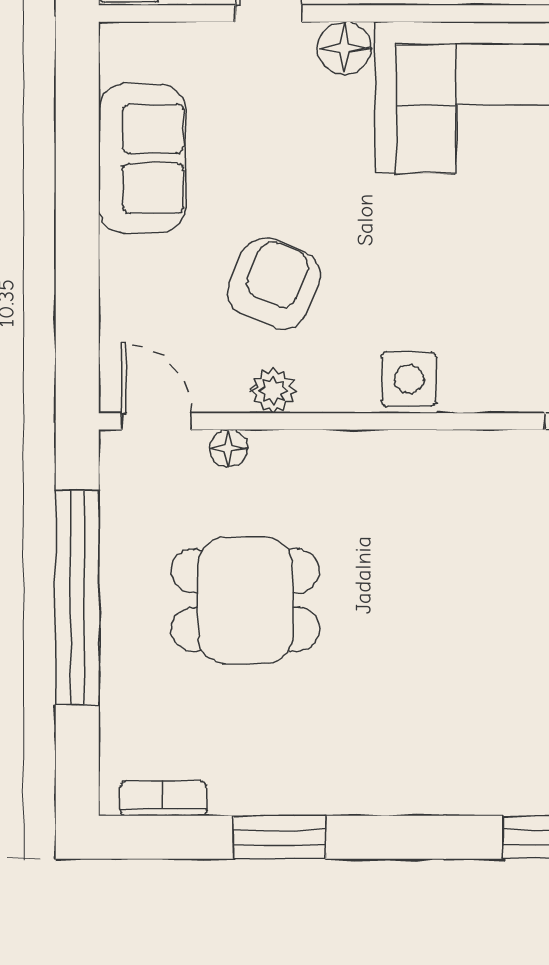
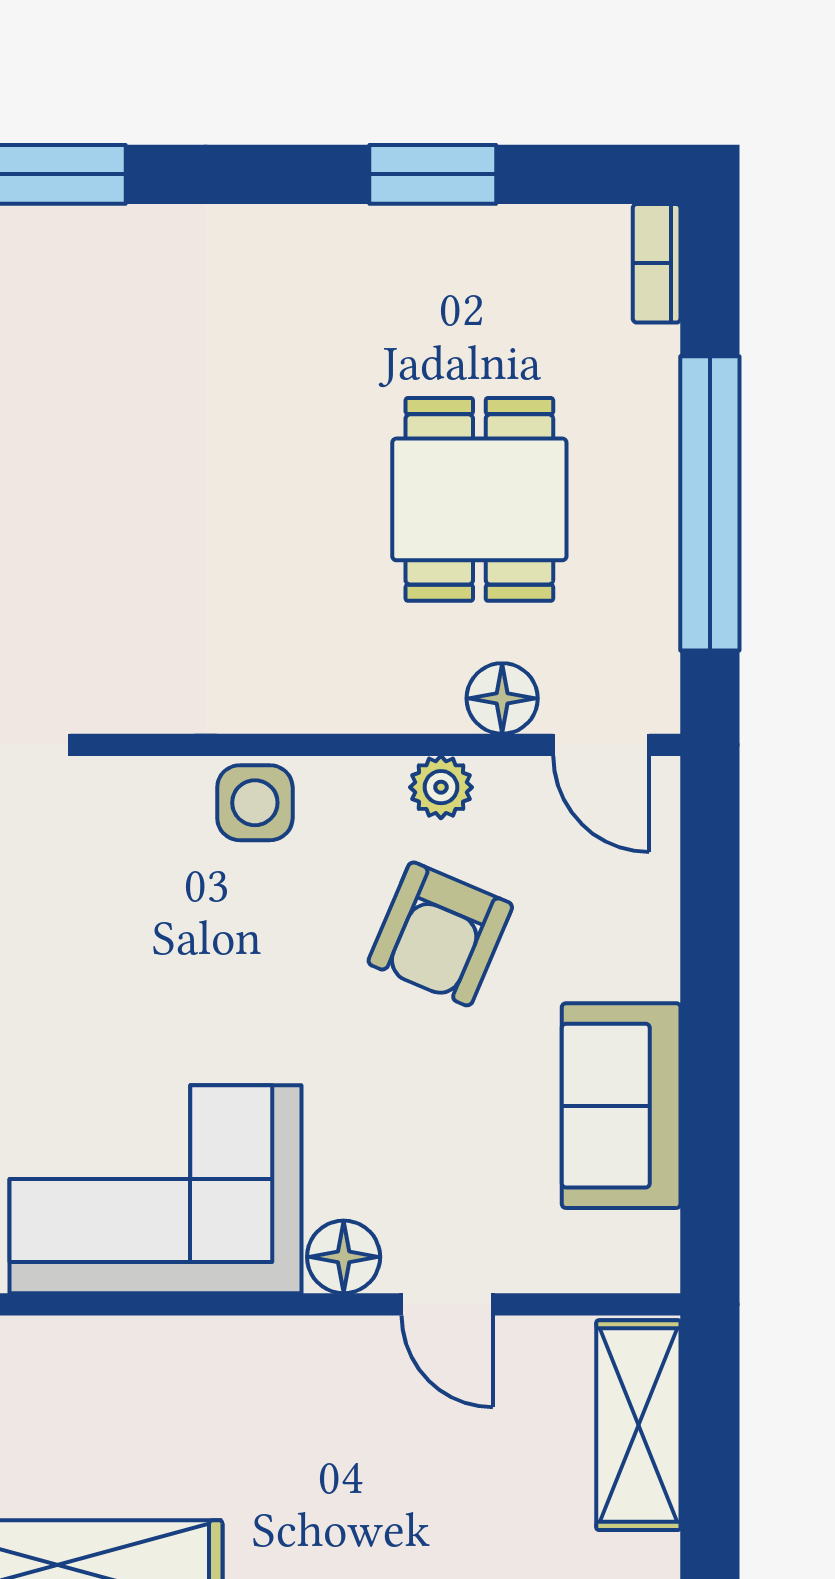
floor lamp: (229, 448) -> (502, 698), width x1.37, depth x1.37
dining table: (245, 600) -> (479, 499), turned 90
bookcase: (163, 798) -> (657, 263), moved, turned 90

